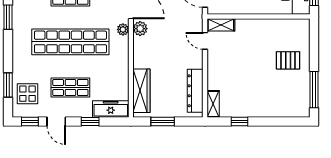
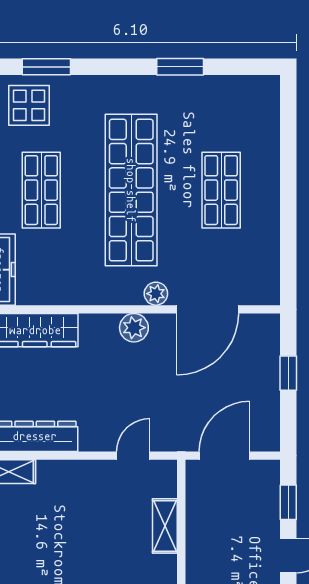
shelving: (221, 25) -> (165, 526), moved
plant: (140, 29) -> (134, 328), moved

